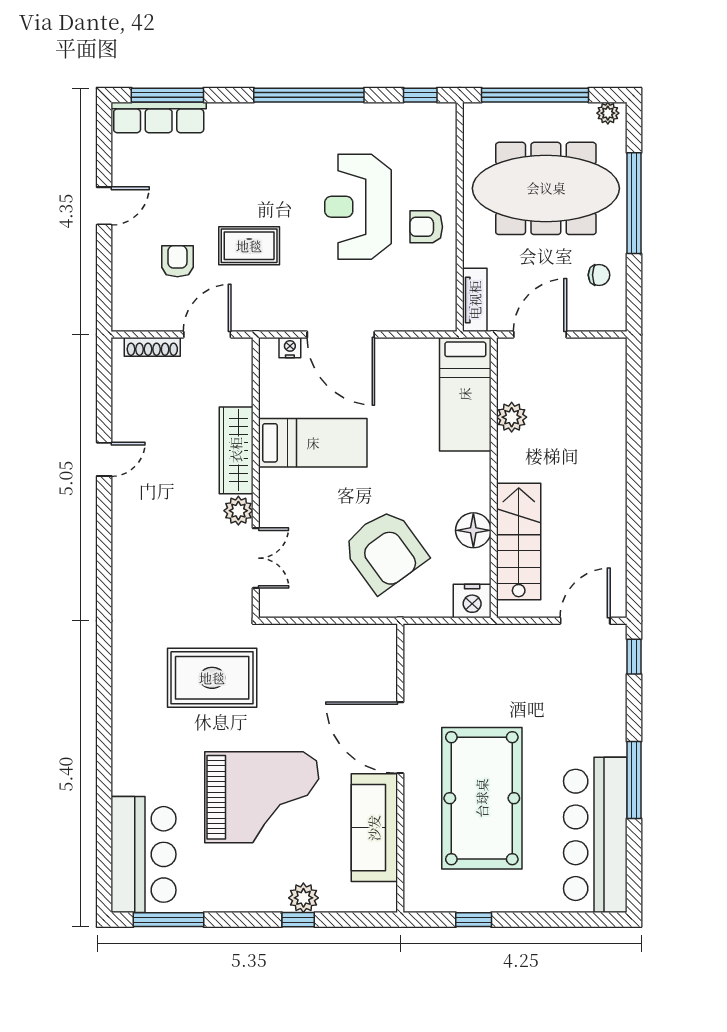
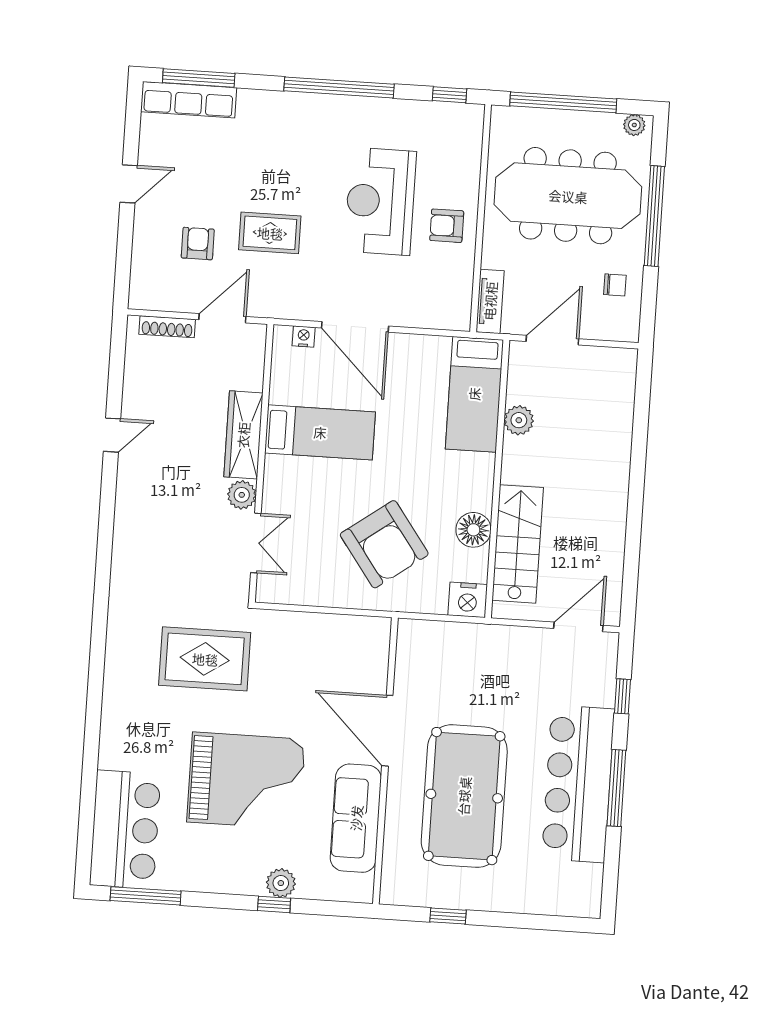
window: (634, 657) -> (622, 696), moved
bar counter: (595, 835) -> (578, 784), moved

